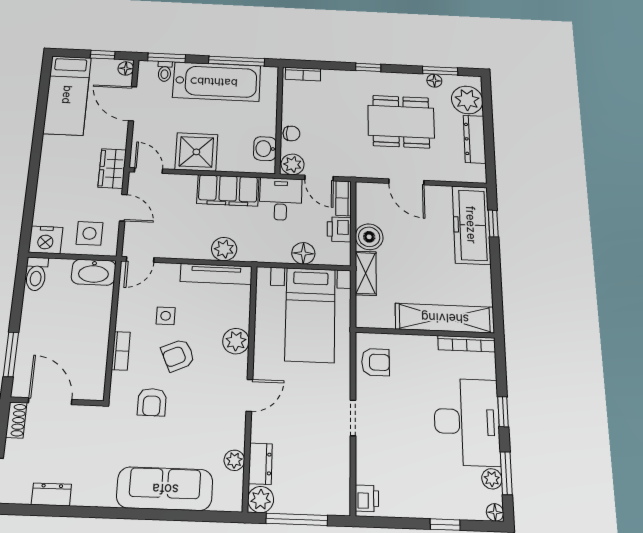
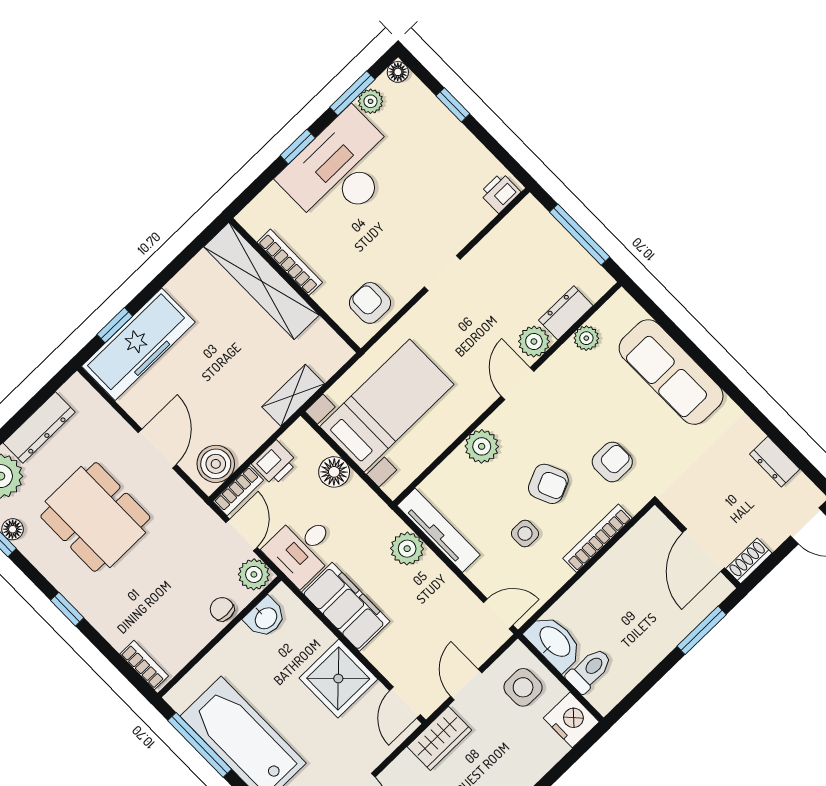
boiler: (369, 237) -> (216, 464), moved
toilet: (36, 274) -> (589, 670), moved
bookcase: (467, 344) -> (290, 262), moved
bookcase: (121, 351) -> (598, 538), width x1.56
door: (249, 395) -> (517, 384), hinge flipped
plant: (261, 499) -> (534, 341), moved

